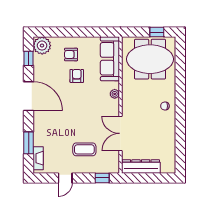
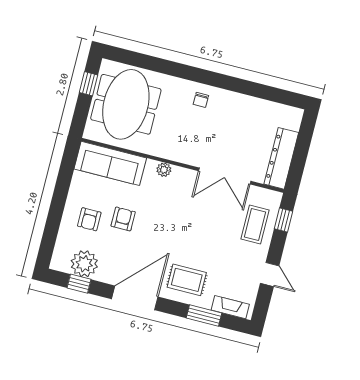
plant: (42, 46) -> (84, 264), moved
armchair: (77, 76) -> (123, 219), turned 90
rug: (48, 126) -> (187, 280), added
coffee table: (84, 149) -> (255, 224), moved

